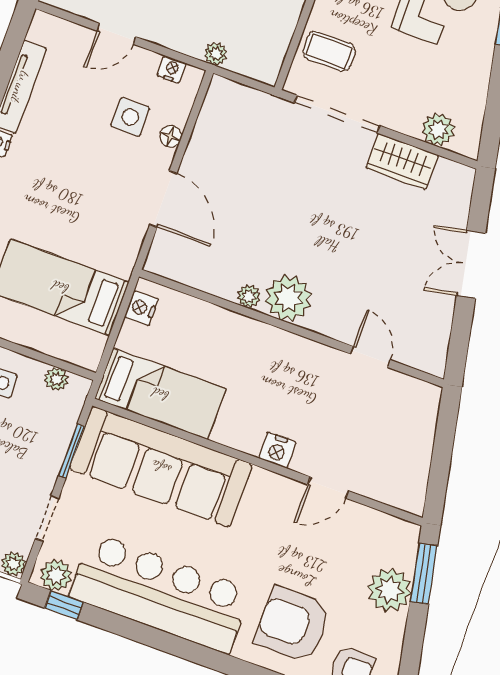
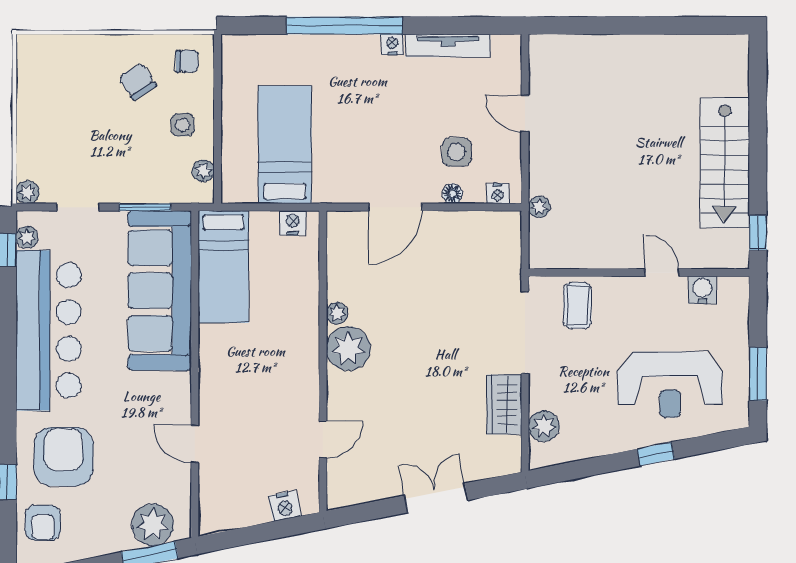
nightstand: (172, 69) -> (498, 194), moved, turned 90
nightstand: (277, 450) -> (285, 506), moved, turned -101
plant: (56, 575) -> (27, 237), width x0.73, depth x0.73
plant: (389, 590) -> (153, 525), moved

